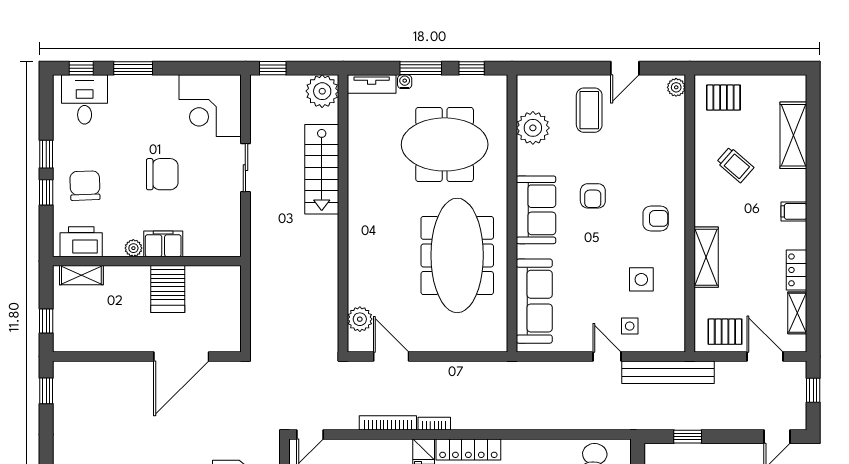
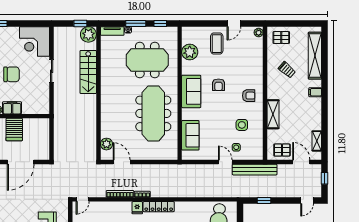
window: (273, 68) -> (80, 23), moved
shelving: (793, 135) -> (315, 56), width x1.47
locker: (797, 270) -> (316, 120), removed
sofa: (534, 301) -> (190, 135), width x0.73

